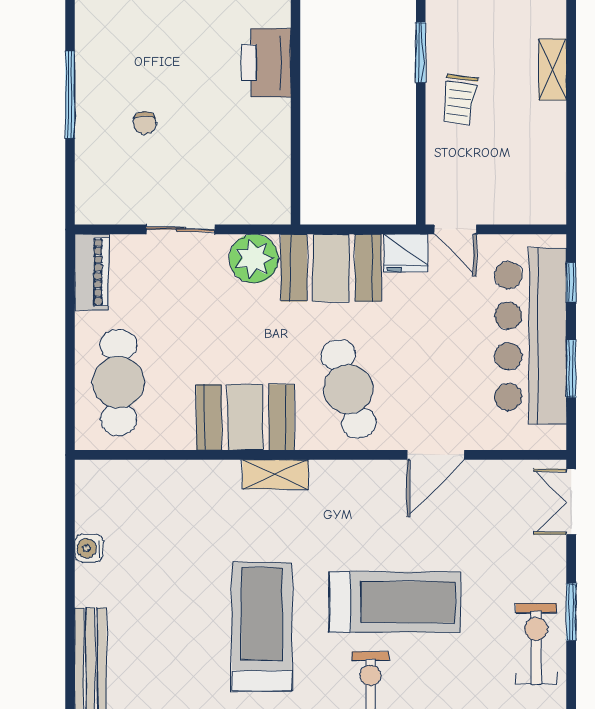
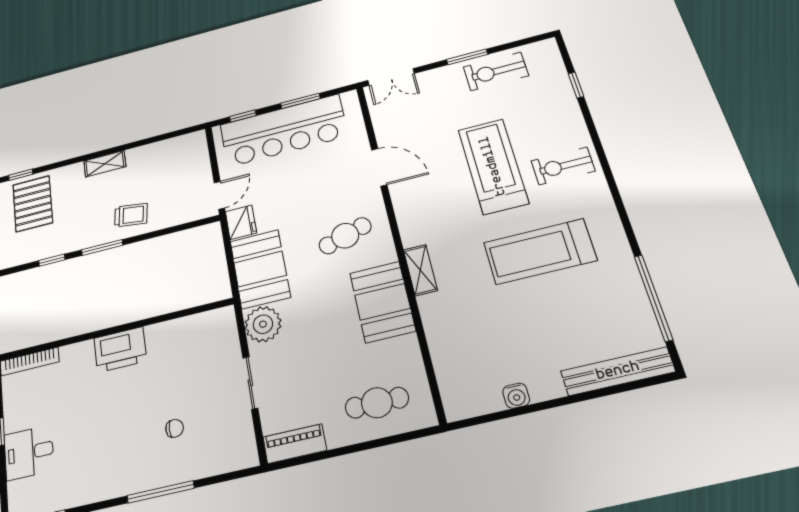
cafe table: (119, 382) -> (377, 403), width x0.73, depth x0.74
cafe table: (348, 389) -> (345, 236), width x0.73, depth x0.74

